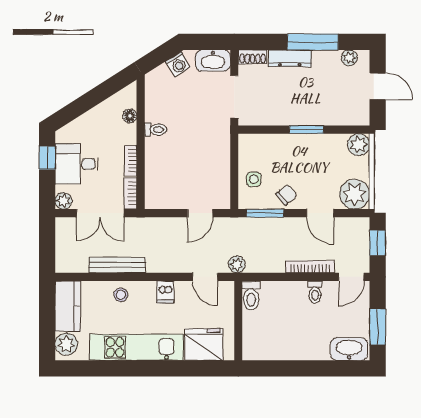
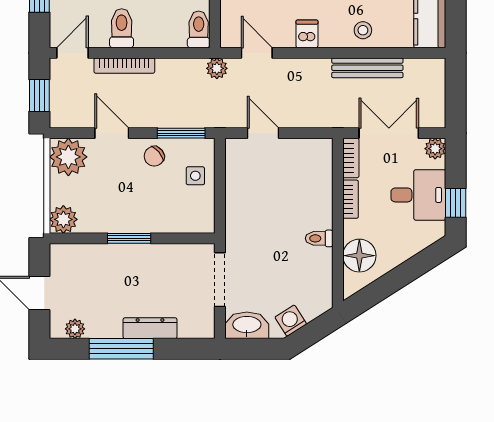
shoe rack: (253, 57) -> (197, 330), removed
floor lamp: (130, 116) -> (359, 256), width x1.89, depth x1.89
door: (200, 213) -> (263, 133), hinge flipped
toilet: (315, 292) -> (122, 28), width x1.37, depth x1.39

